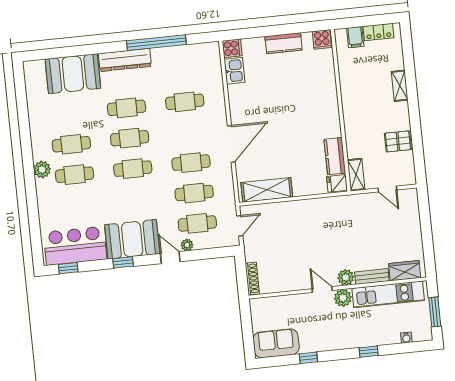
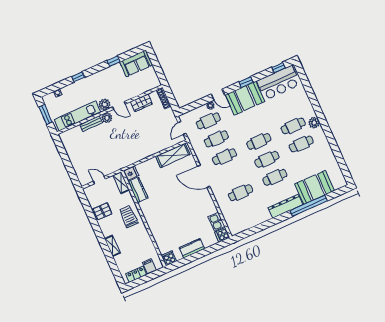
window: (156, 43) -> (309, 206), moved
trolley: (362, 121) -> (128, 216), added
door: (231, 144) -> (204, 176), hinge flipped
wardrobe: (405, 271) -> (142, 103), moved

